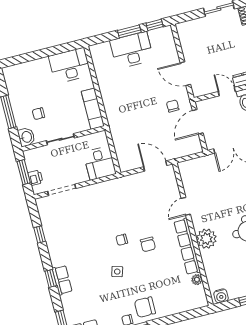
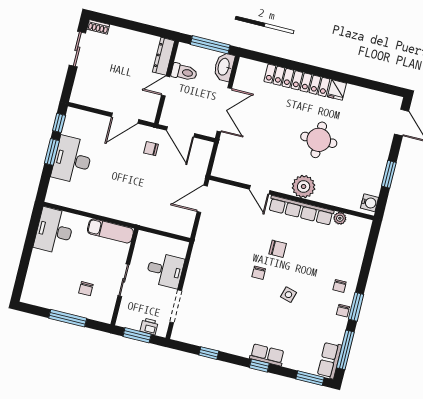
washbasin: (26, 137) -> (103, 314), removed
desk: (100, 163) -> (165, 270), moved
chair: (145, 307) -> (340, 286), width x0.54, depth x0.54

